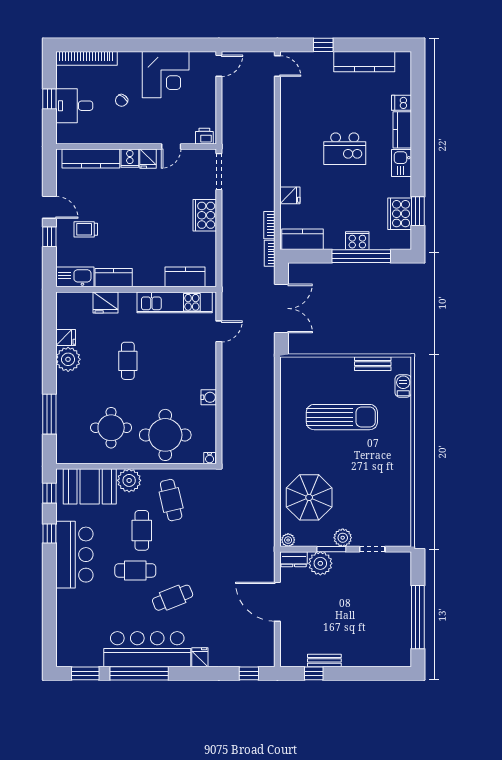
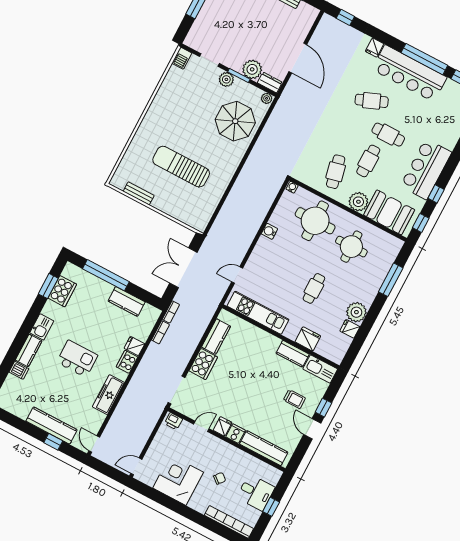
kitchen counter: (364, 62) -> (52, 425), moved
freezer: (290, 128) -> (108, 395), added
kitchen counter: (302, 239) -> (127, 301), moved
cooker: (357, 241) -> (127, 362), moved, turned 90
kitchen counter: (185, 277) -> (216, 337), moved, turned -90
barbecue: (403, 386) -> (182, 58), moved

